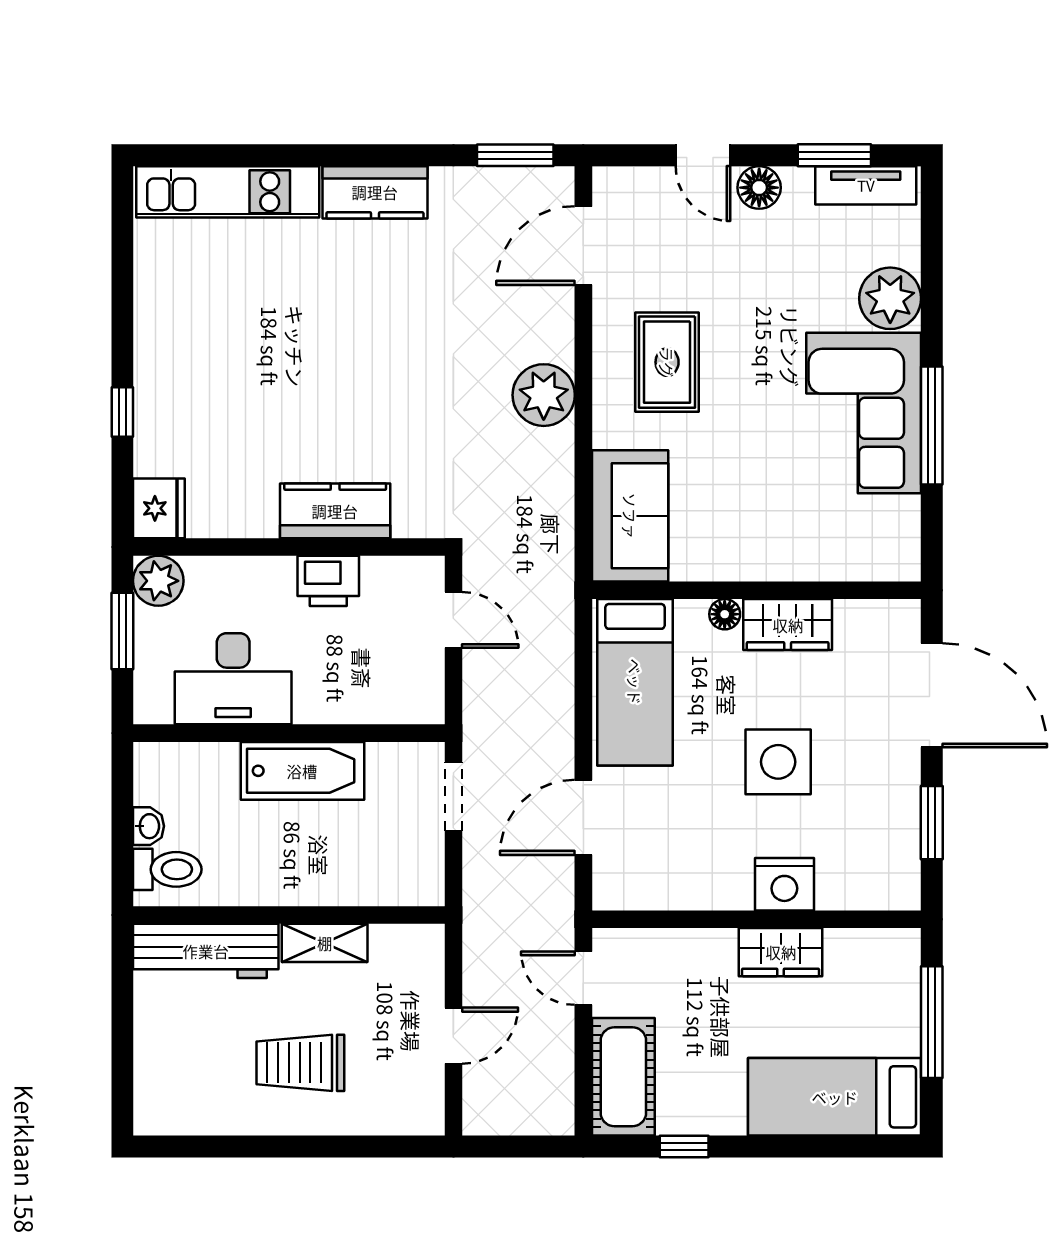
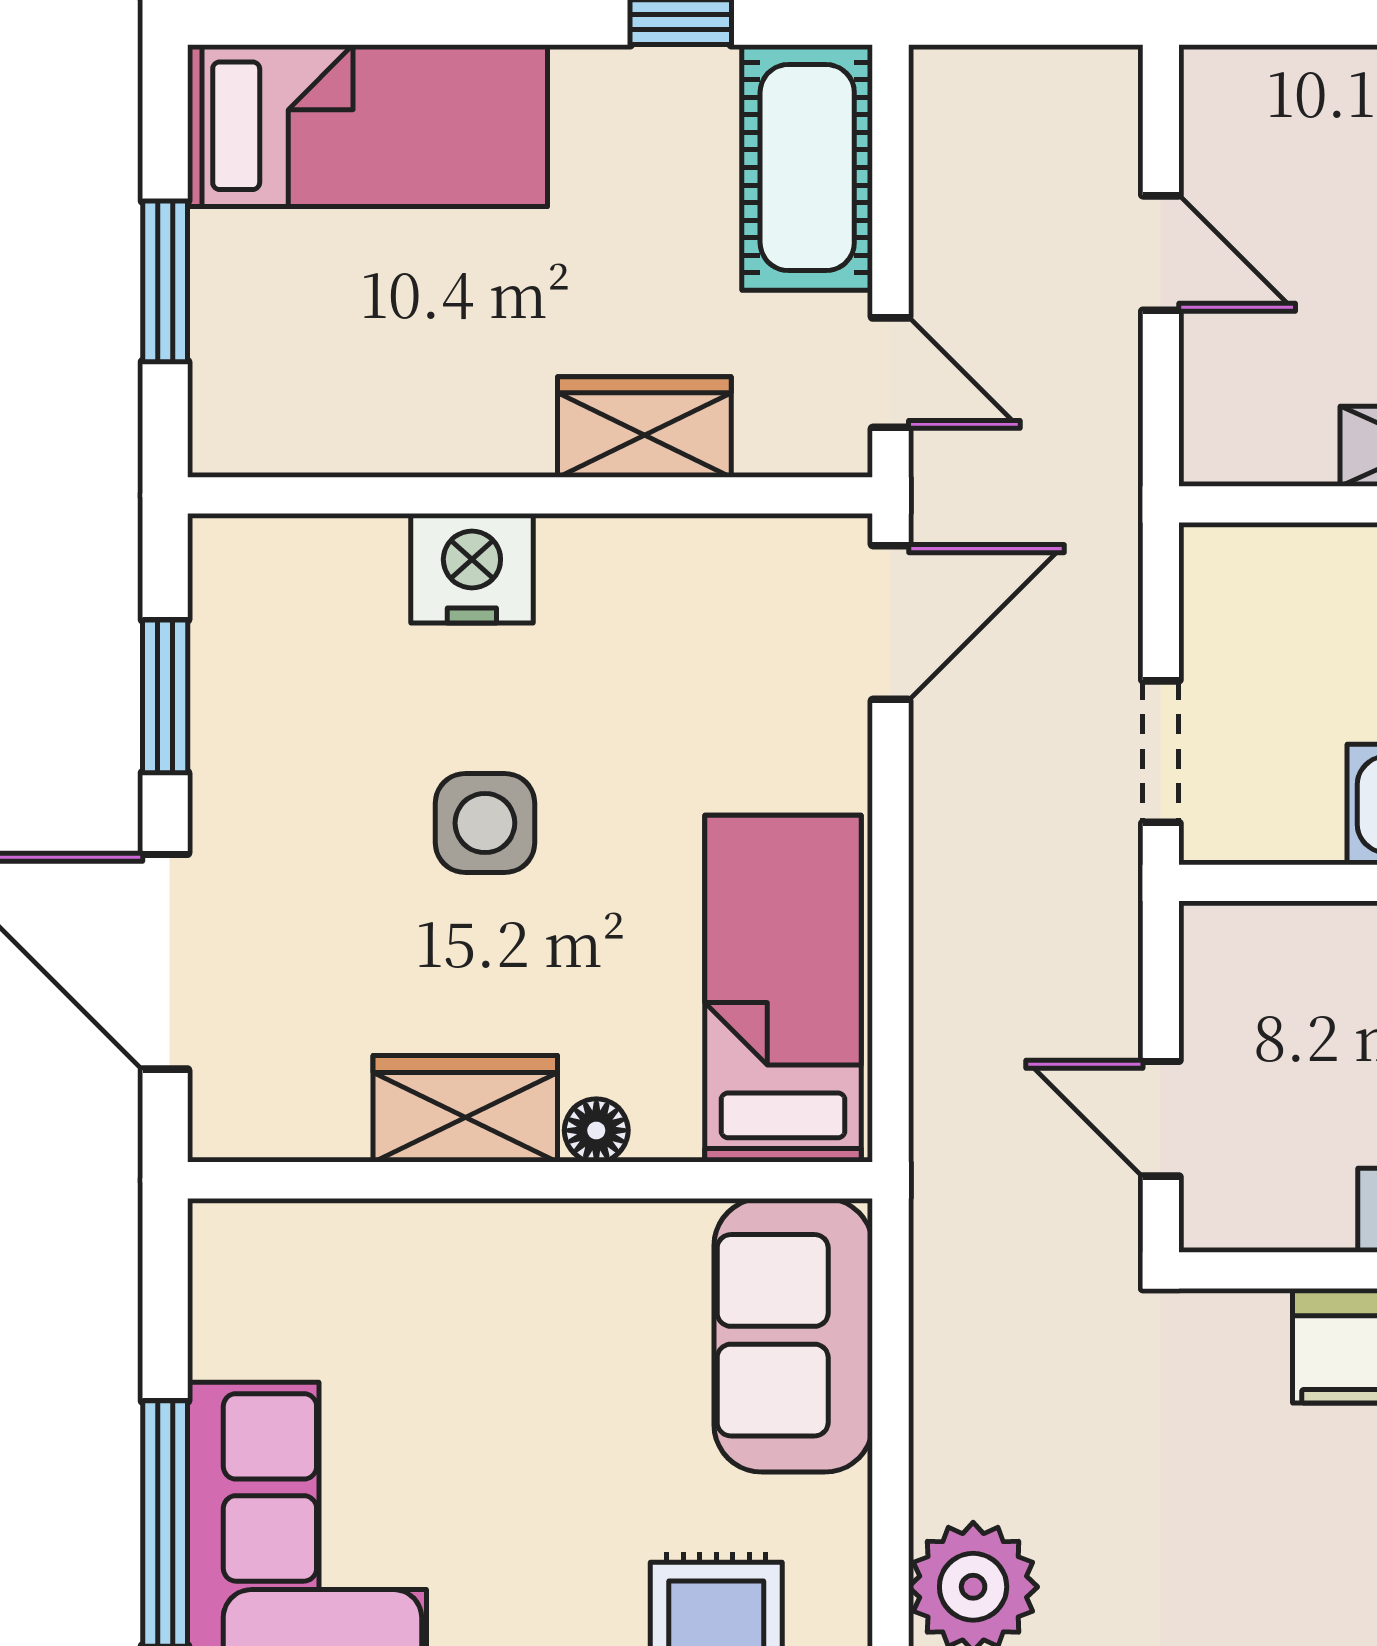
side table: (778, 762) -> (485, 823), width x0.73, depth x0.73
door: (583, 817) -> (891, 622), moved
wardrobe: (781, 952) -> (644, 427), moved
window: (932, 1022) -> (165, 281), width x0.69
door: (453, 1036) -> (1161, 253), swing flipped

